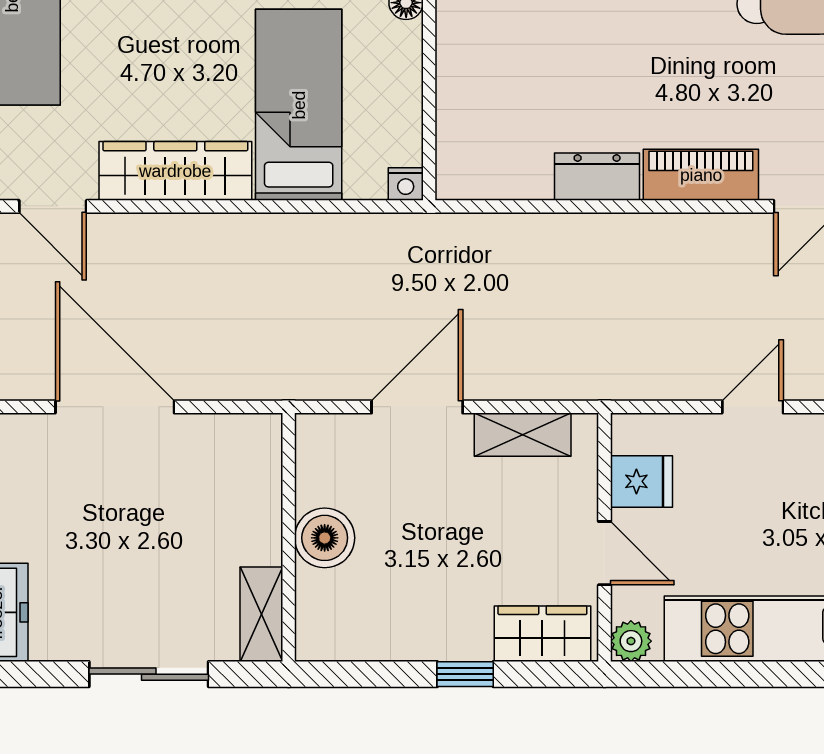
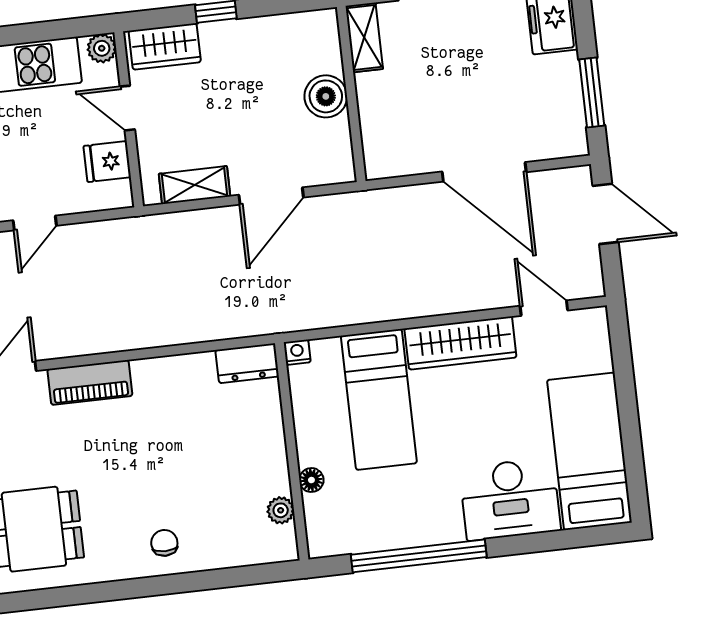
dresser: (597, 177) -> (247, 363), moved

